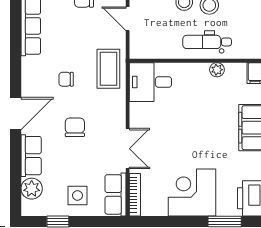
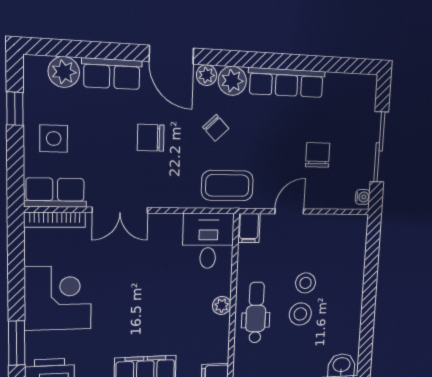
filing cabinet: (141, 50) -> (249, 228), added
plant: (32, 68) -> (232, 81), added
plant: (217, 70) -> (222, 305), moved
chair: (66, 79) -> (216, 128), turned 136
plant: (28, 87) -> (207, 75), added
chair: (75, 127) -> (151, 138), turned 180

